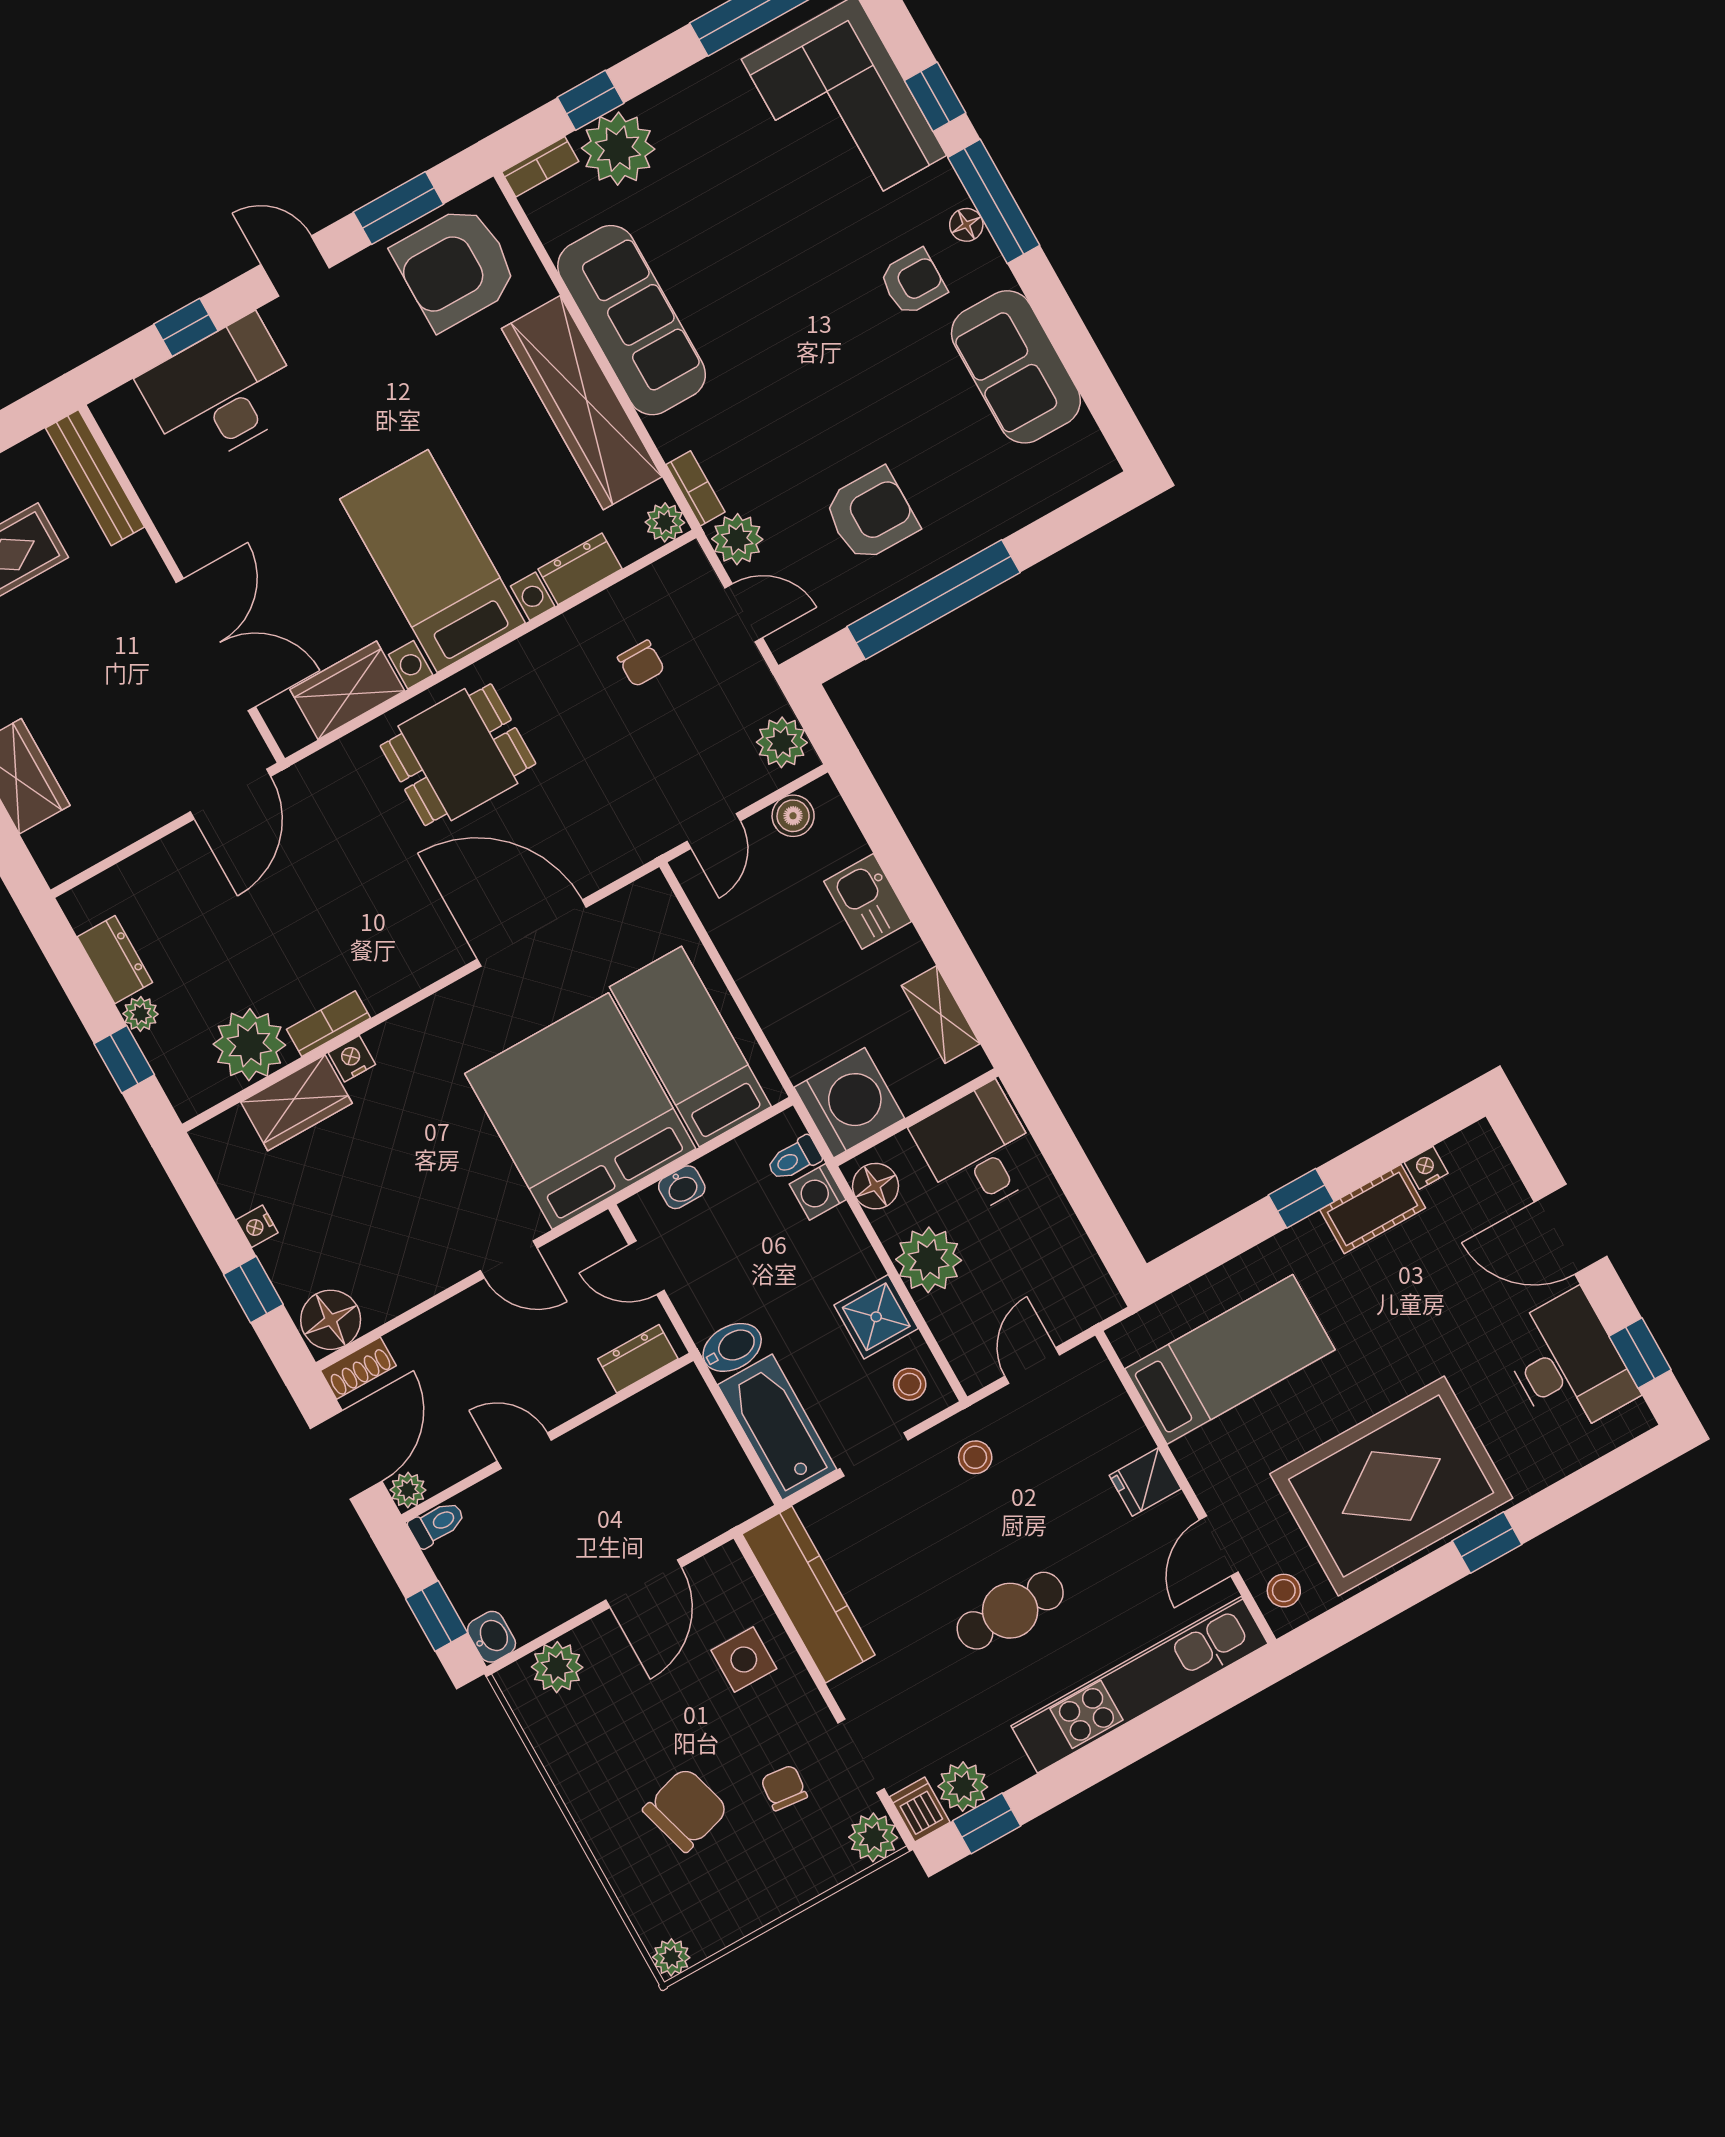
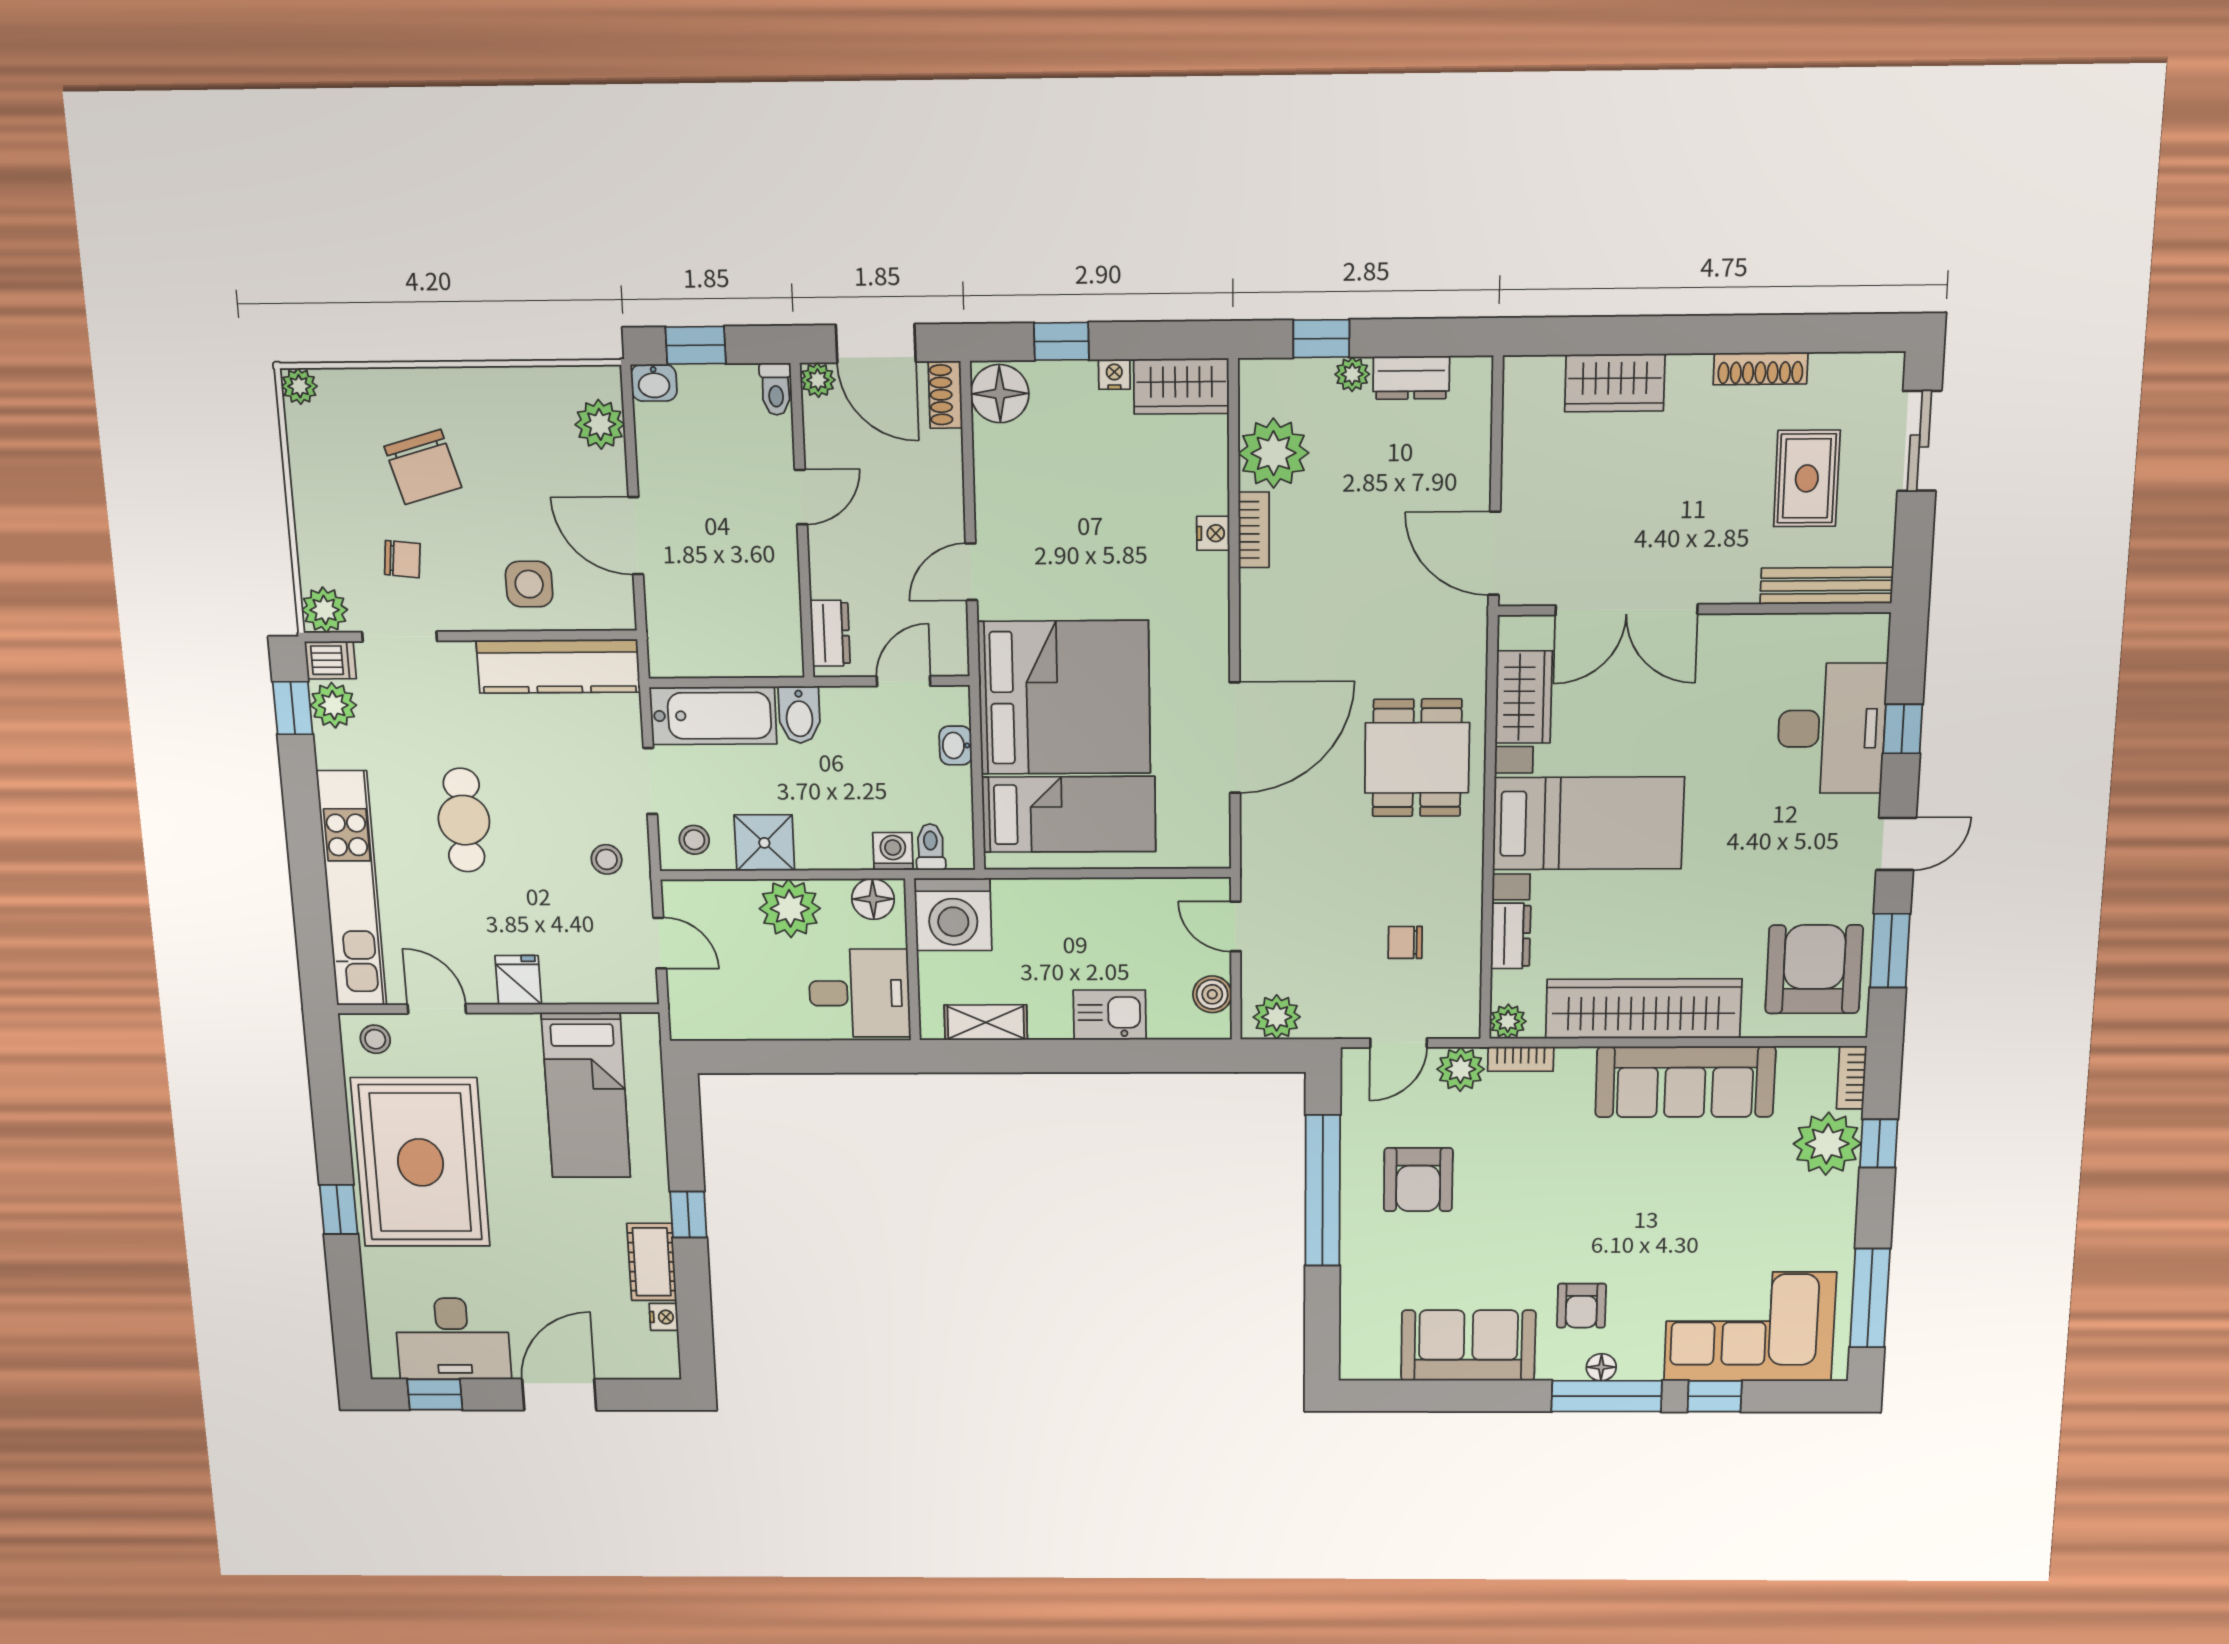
wardrobe: (296, 1103) -> (1181, 386), moved, turned -90

